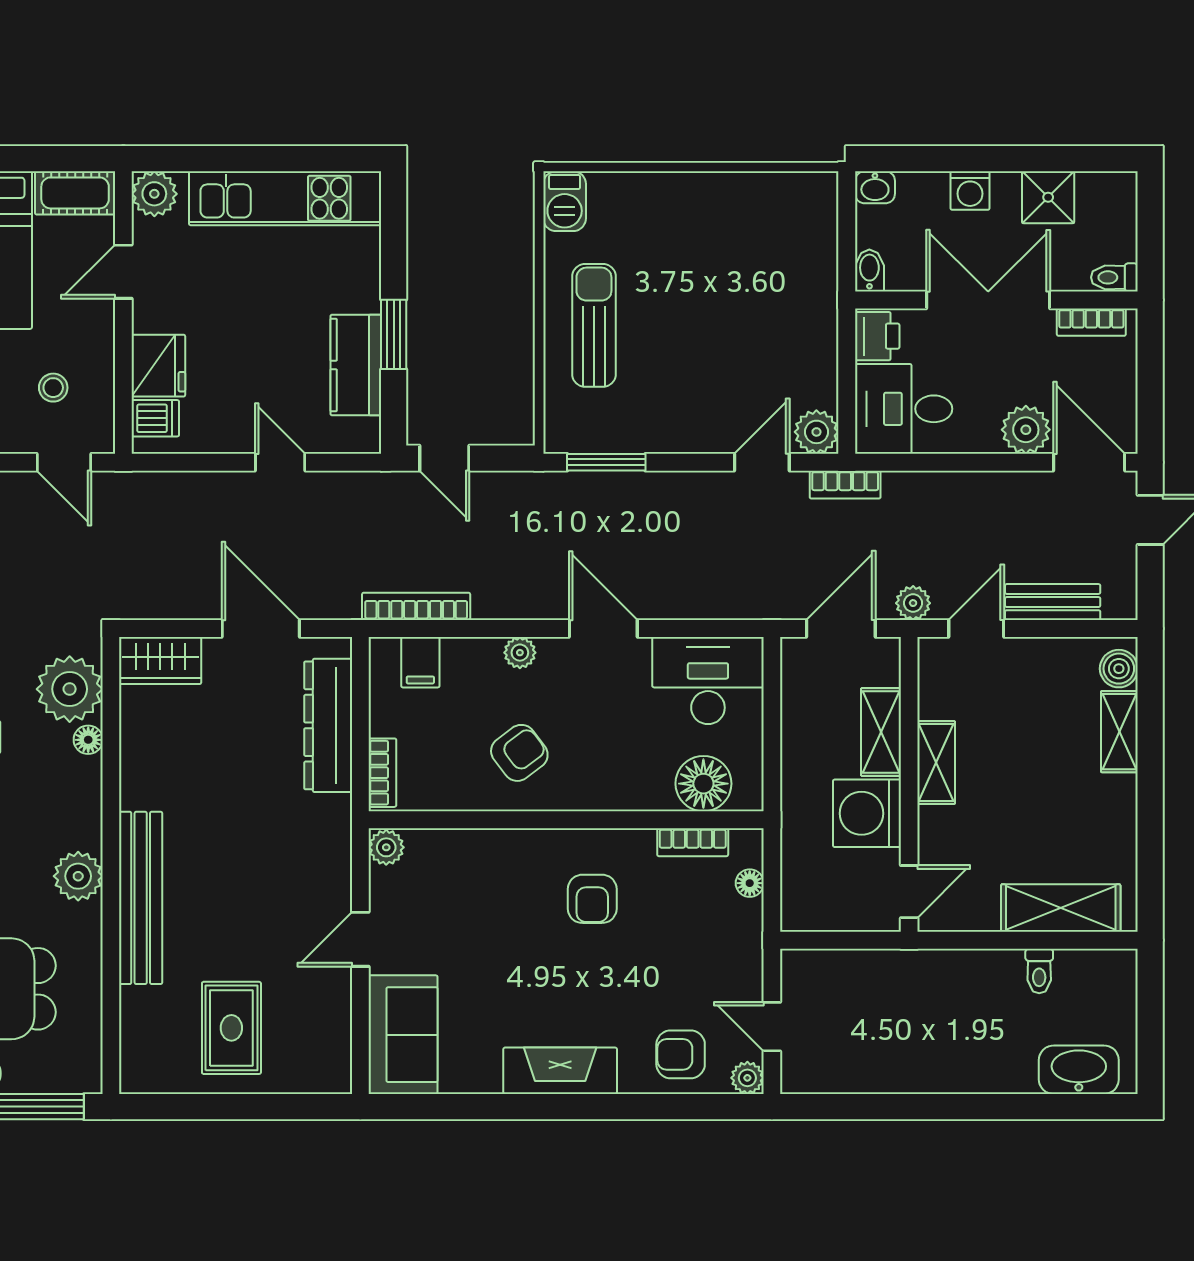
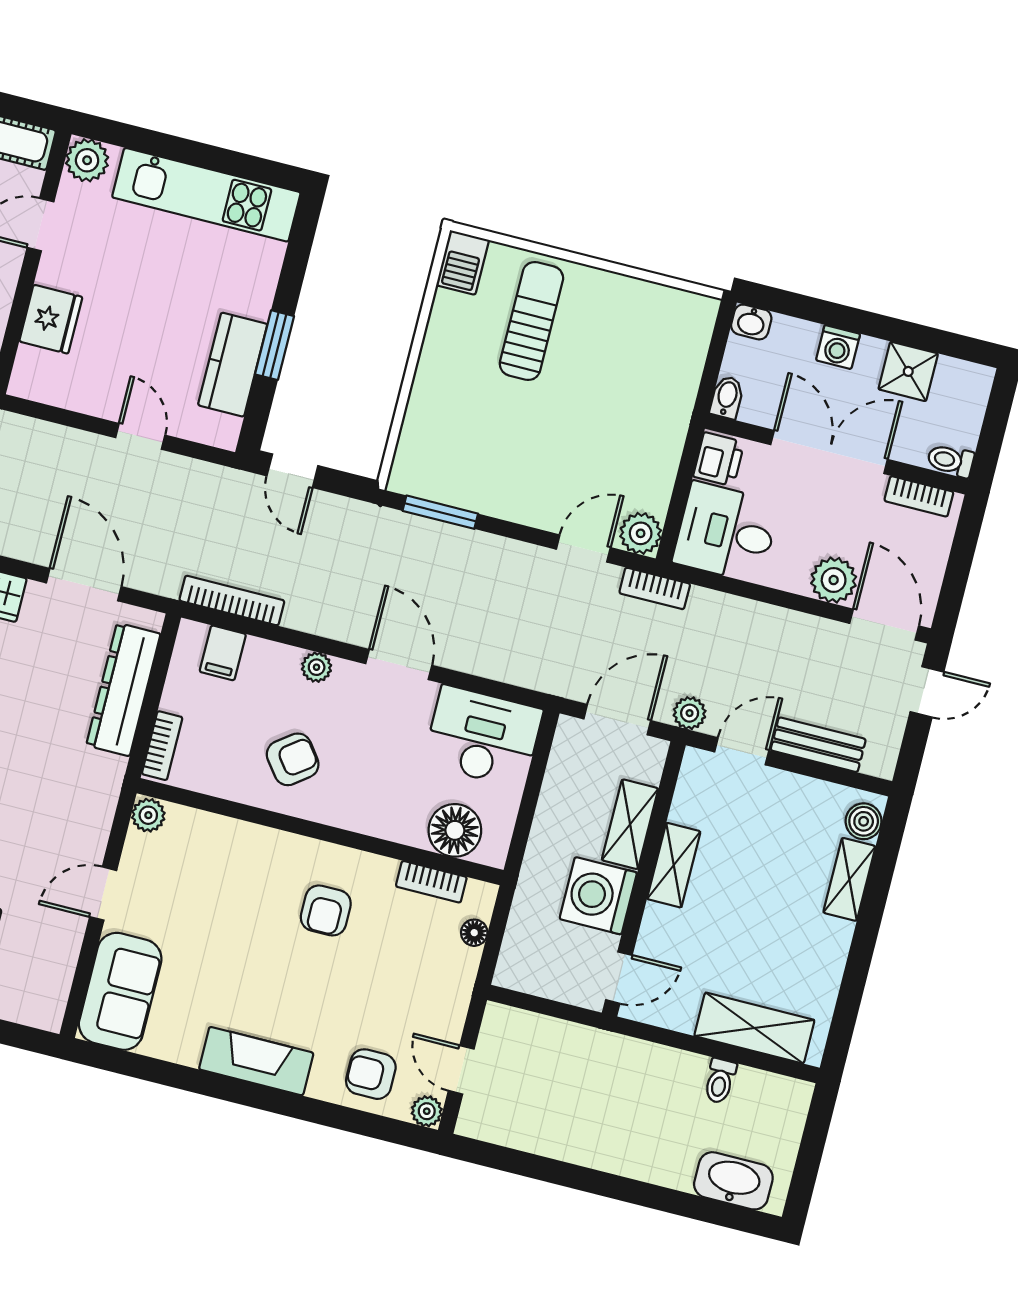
sun lounger: (594, 325) -> (531, 321), moved
dishwasher: (155, 418) -> (36, 367), removed

